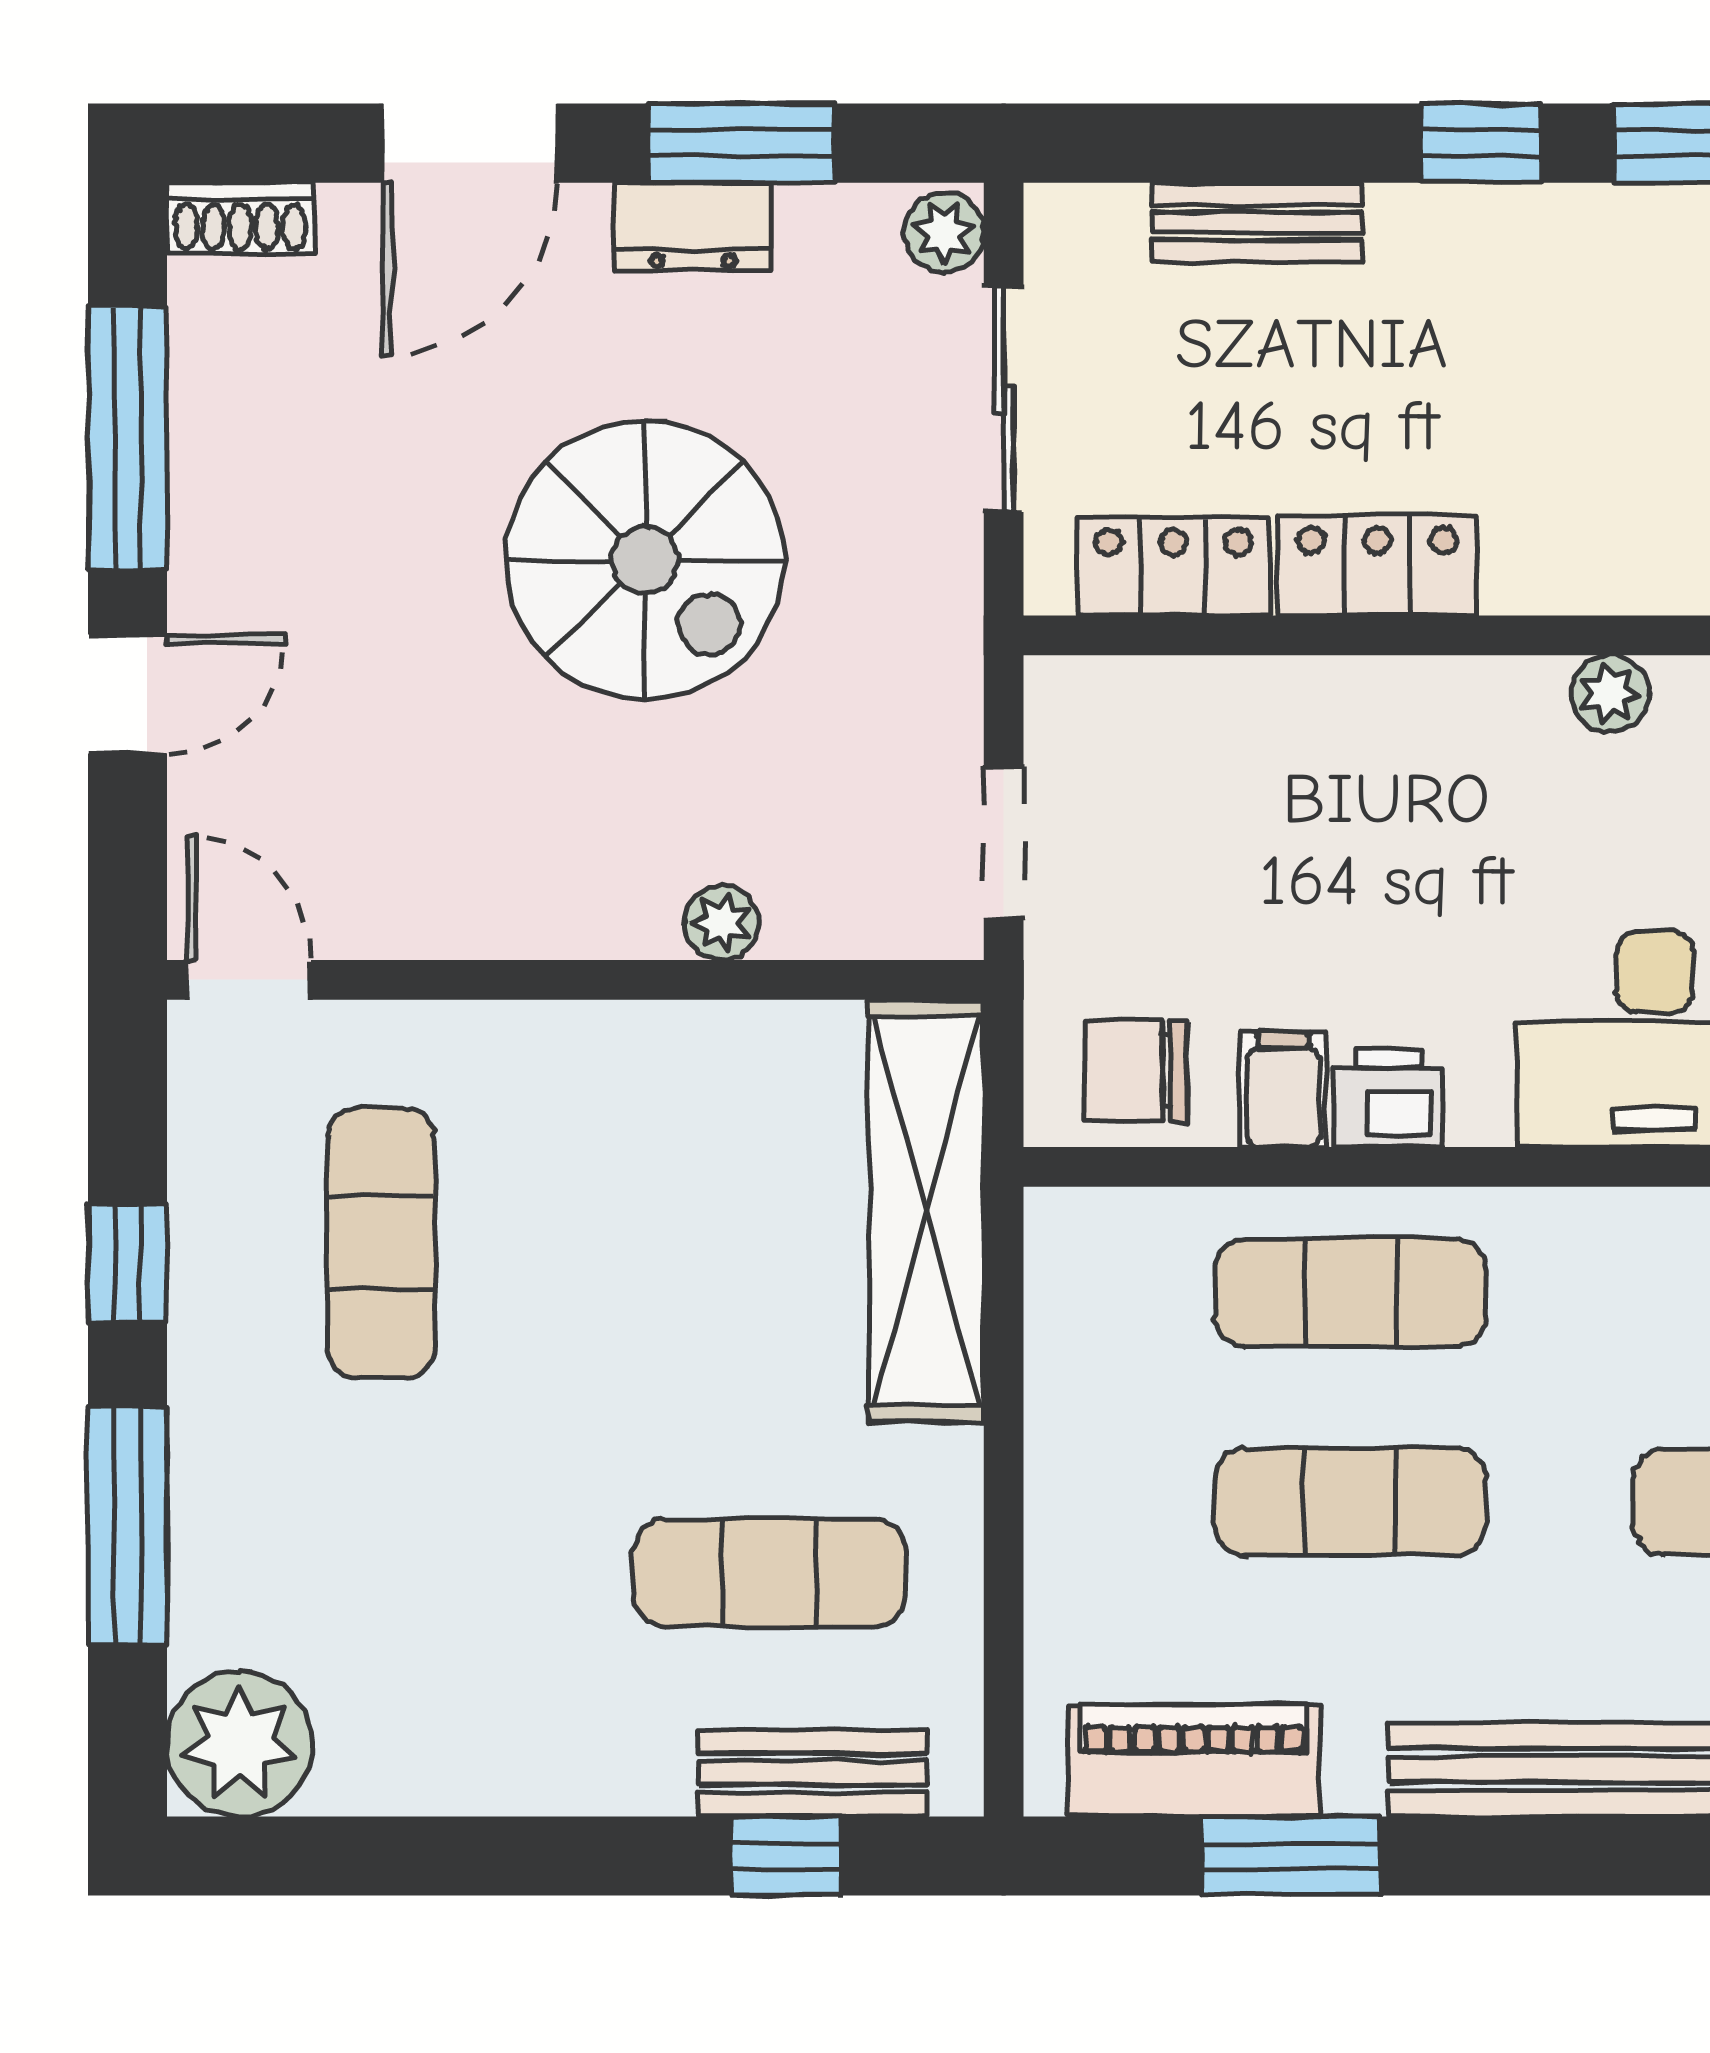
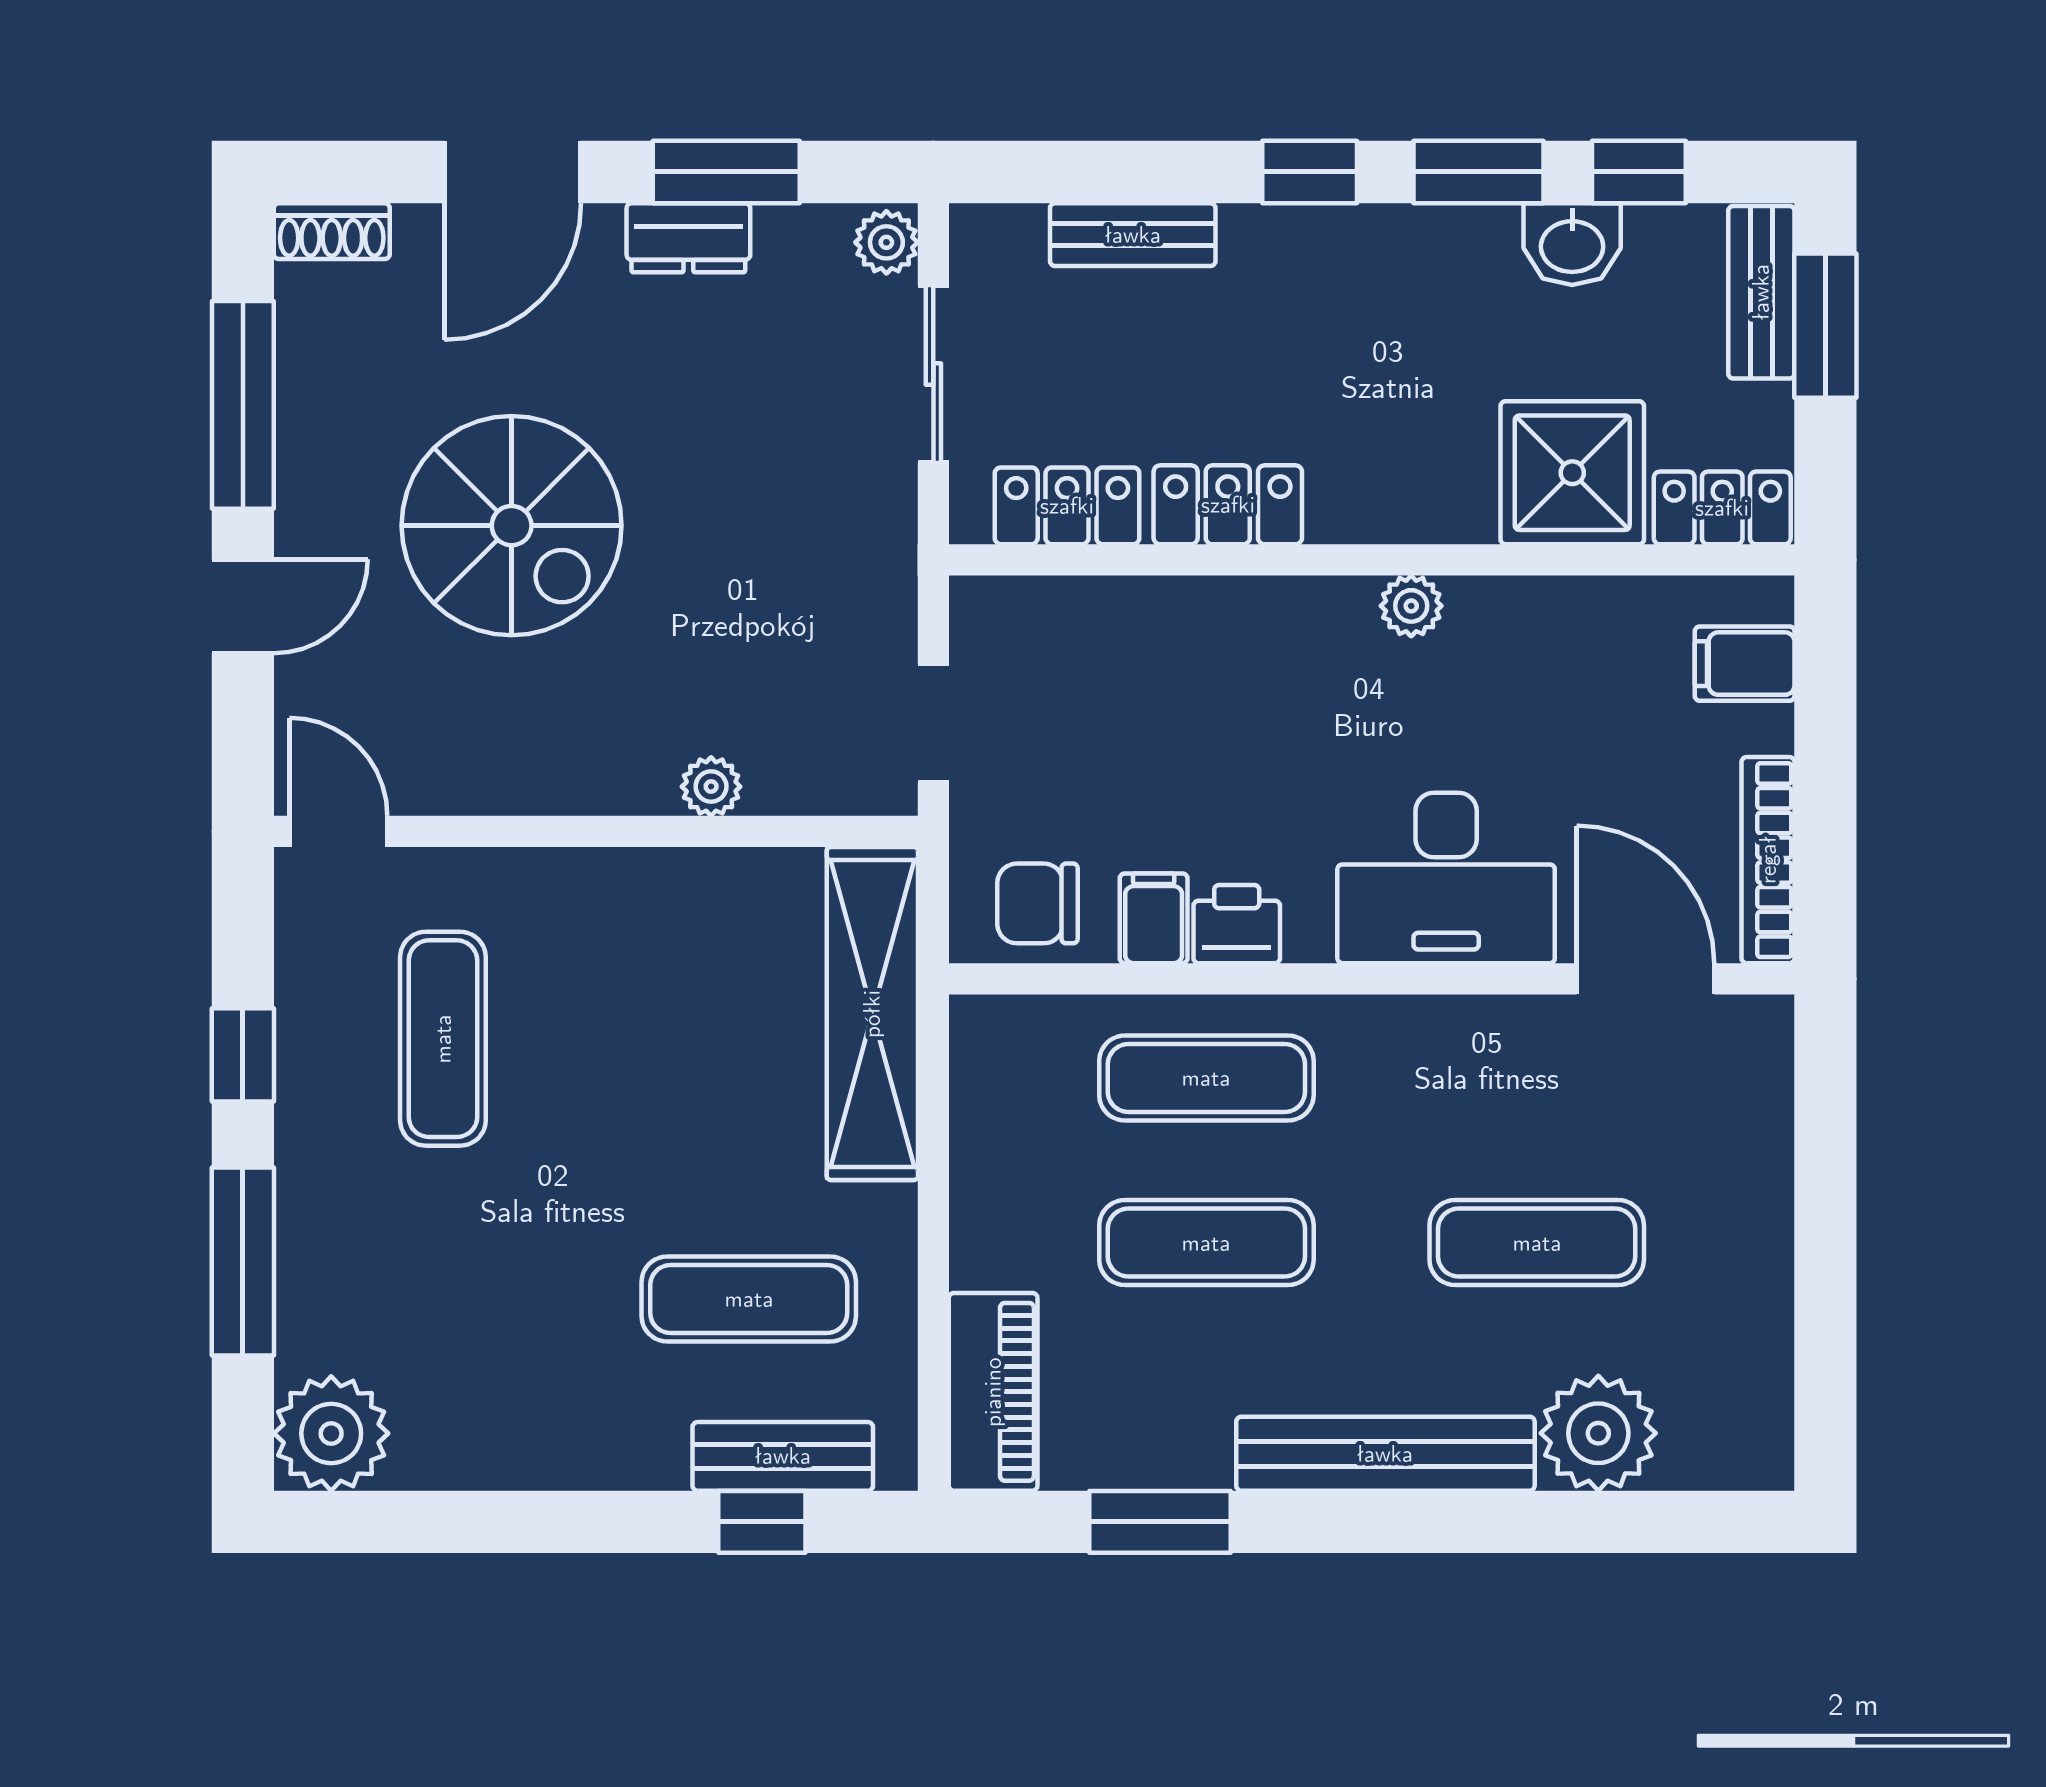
spiral stairs: (645, 560) -> (512, 526), moved
piano: (1194, 1760) -> (993, 1392), moved, turned 90

